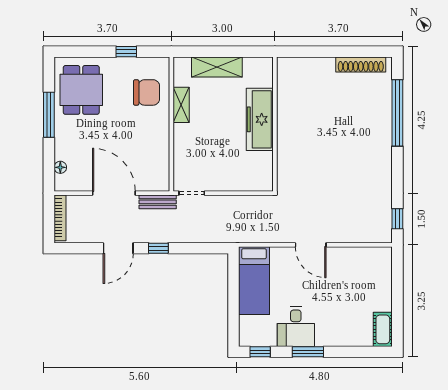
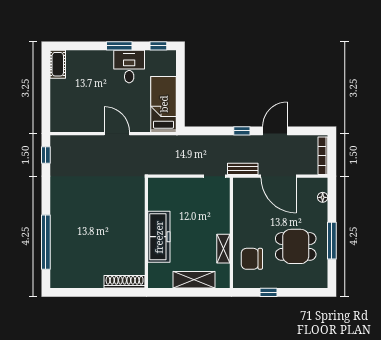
shoe rack: (361, 64) -> (125, 282), moved
dining table: (81, 90) -> (296, 246), moved, turned 90

